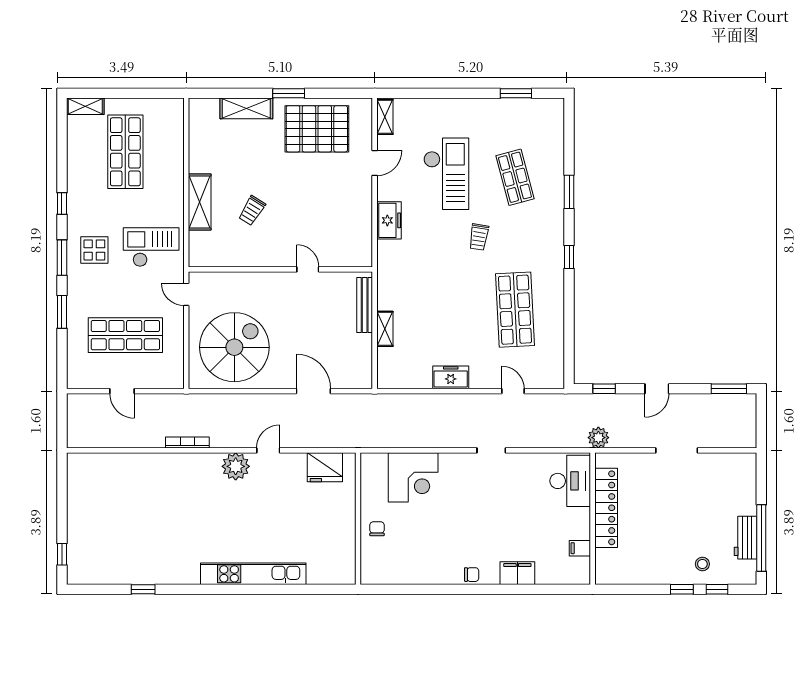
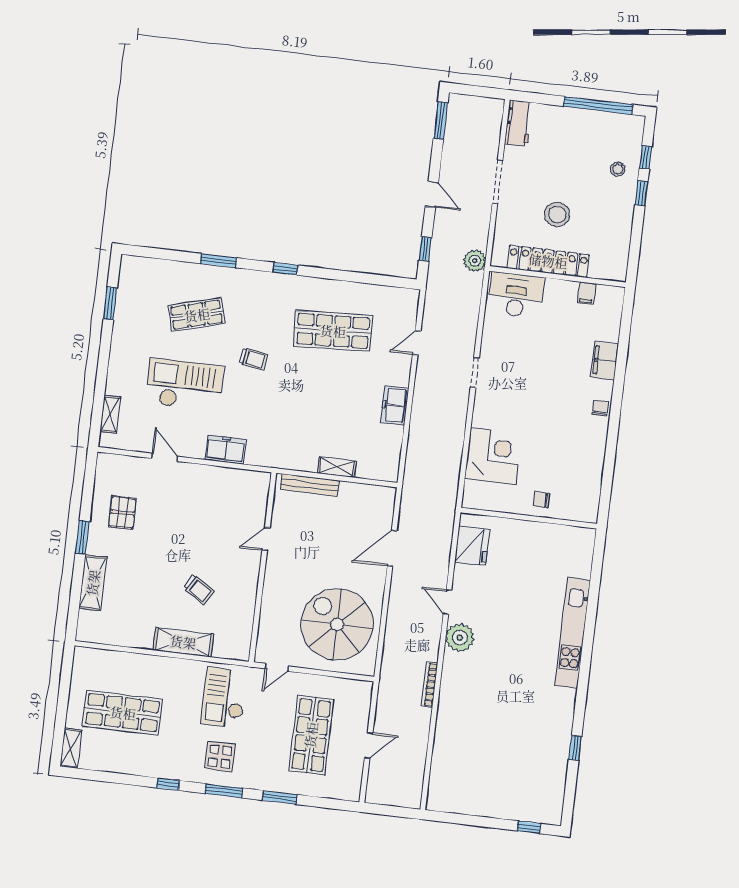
shelving: (385, 117) -> (110, 414), moved, turned 90
pallet: (317, 129) -> (122, 513), width x0.49, depth x0.50
stool: (652, 511) -> (557, 214), added
workbench: (745, 538) -> (518, 123), moved, turned -90

